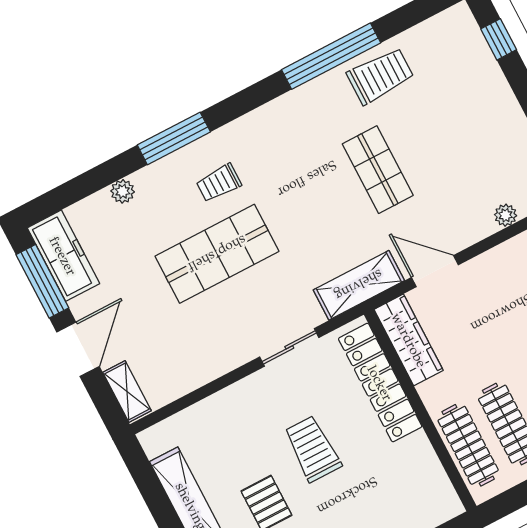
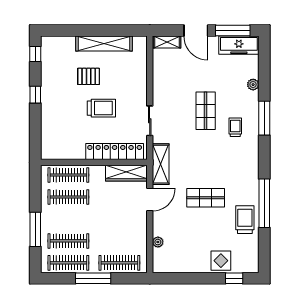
trolley: (380, 76) -> (245, 220), turned 180
display table: (479, 81) -> (221, 261), added
shop shelf: (217, 254) -> (206, 111), width x0.70, depth x0.74

